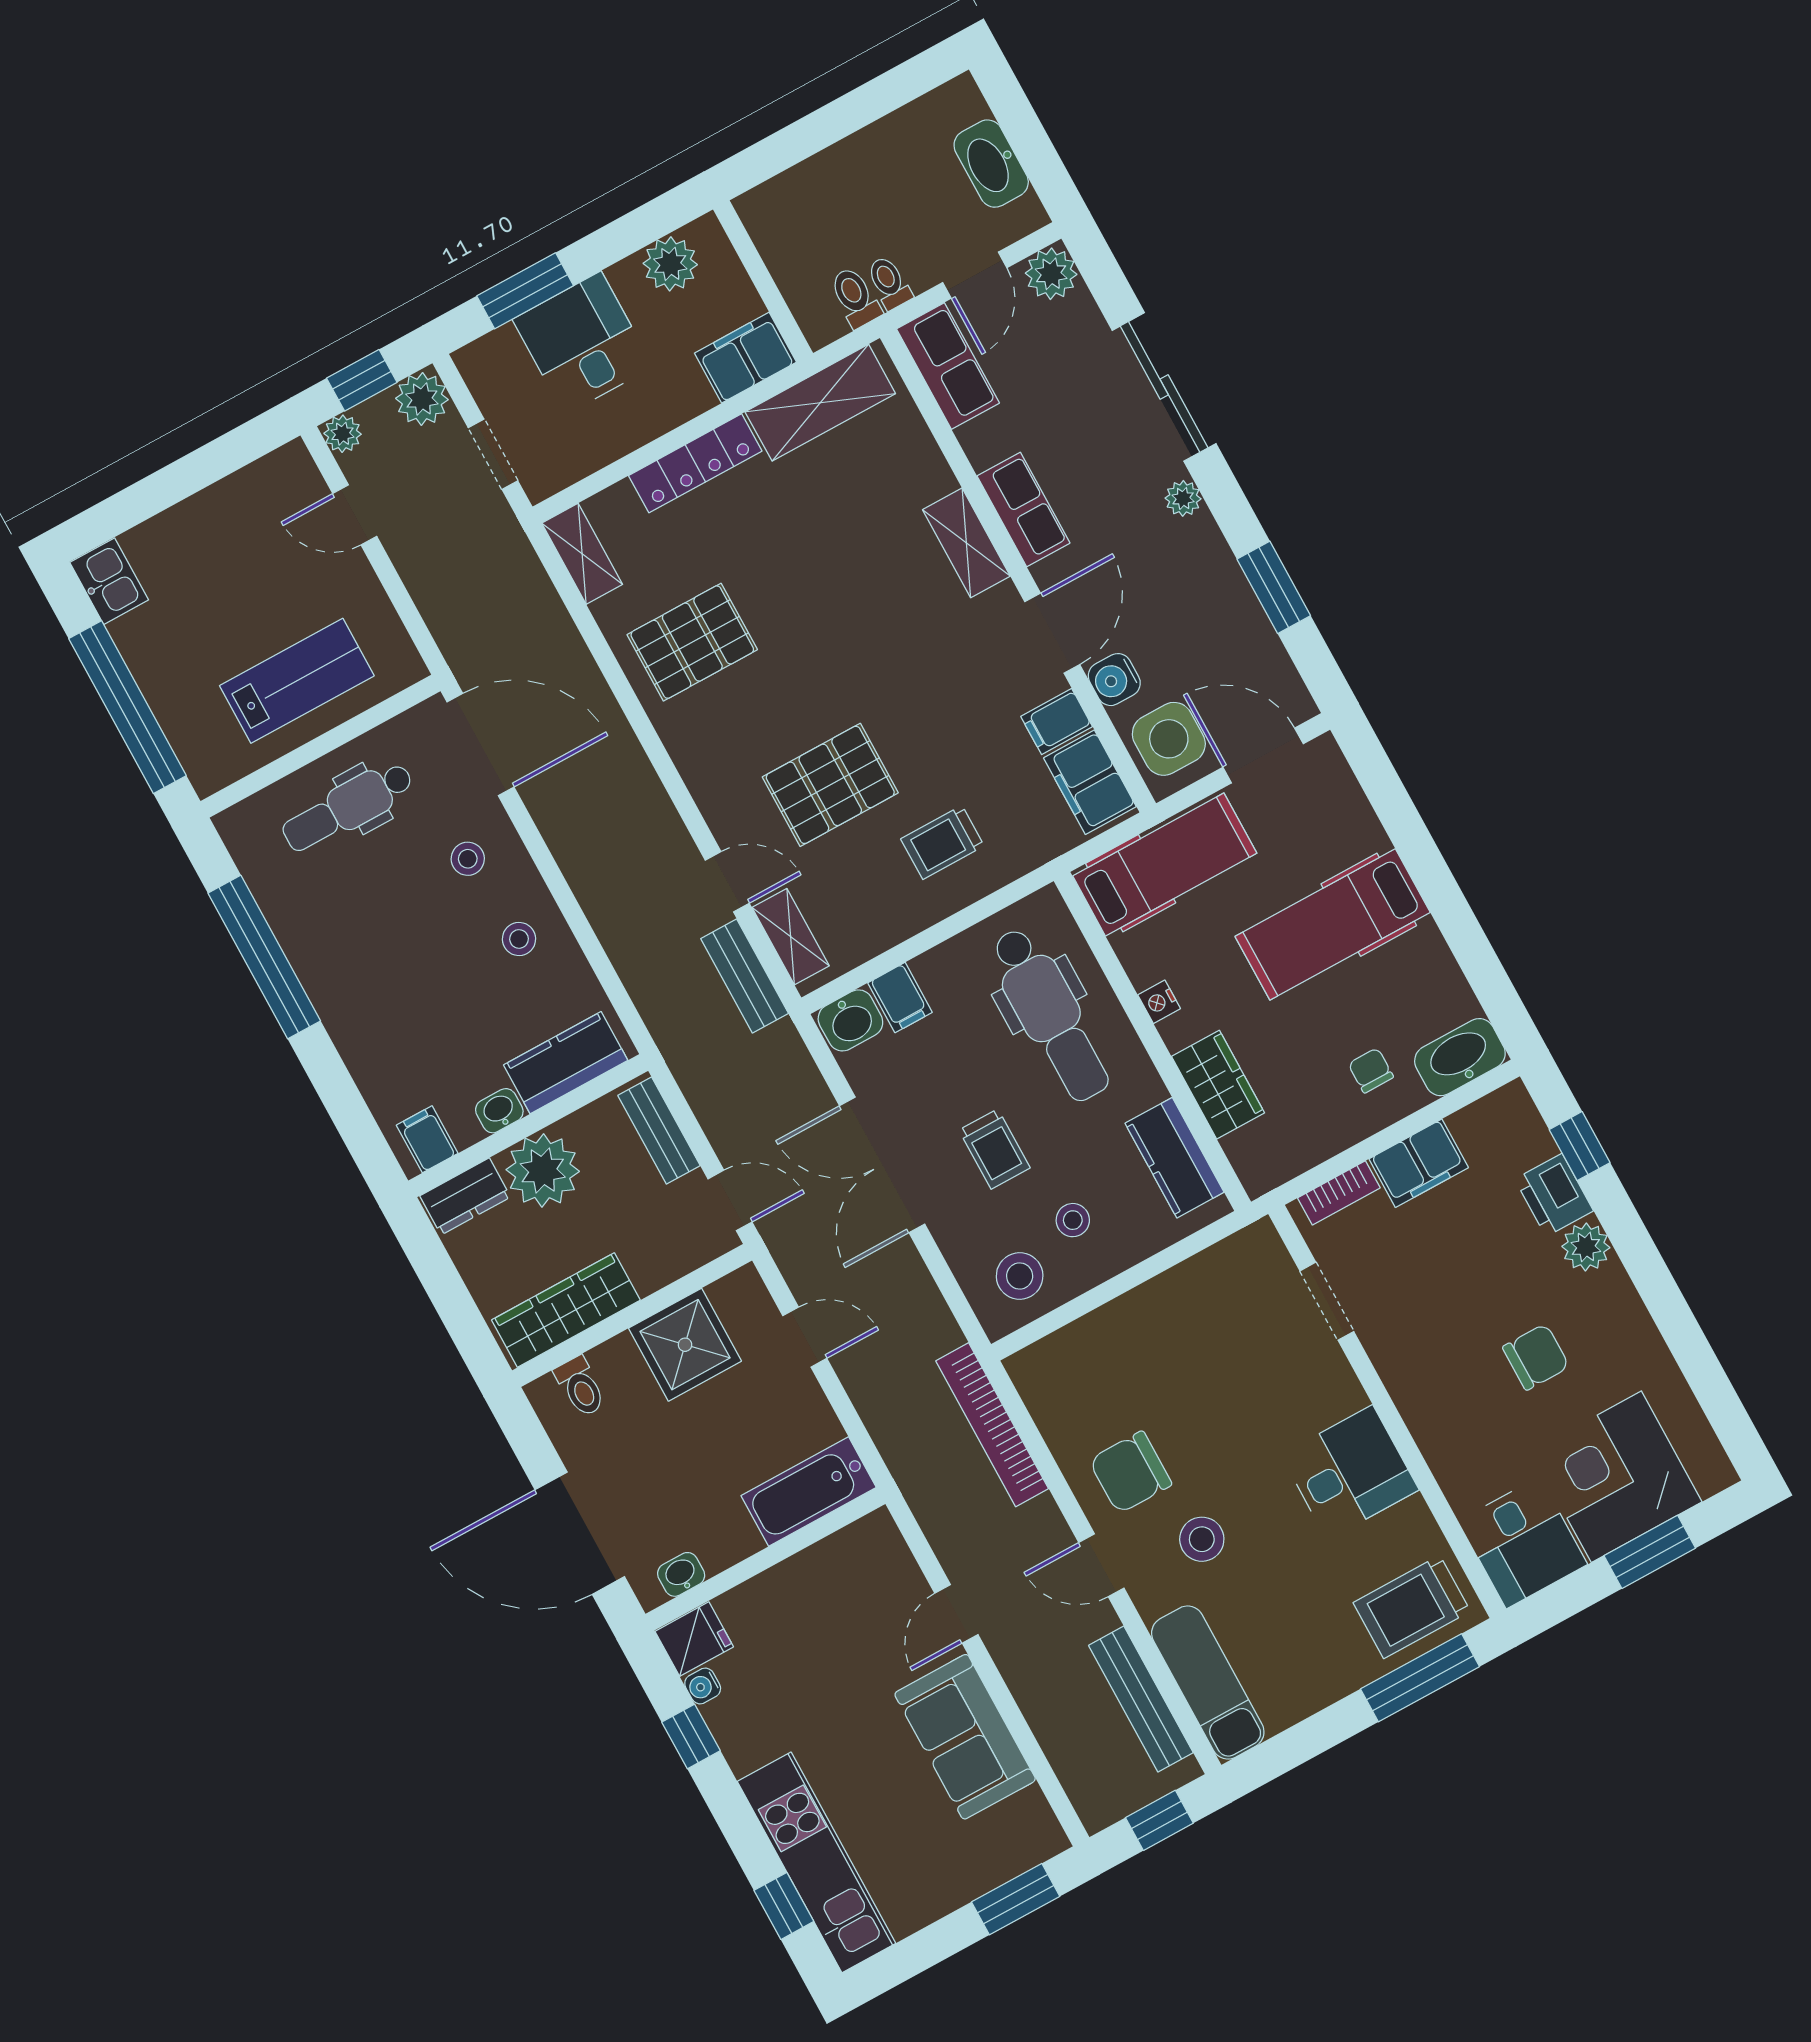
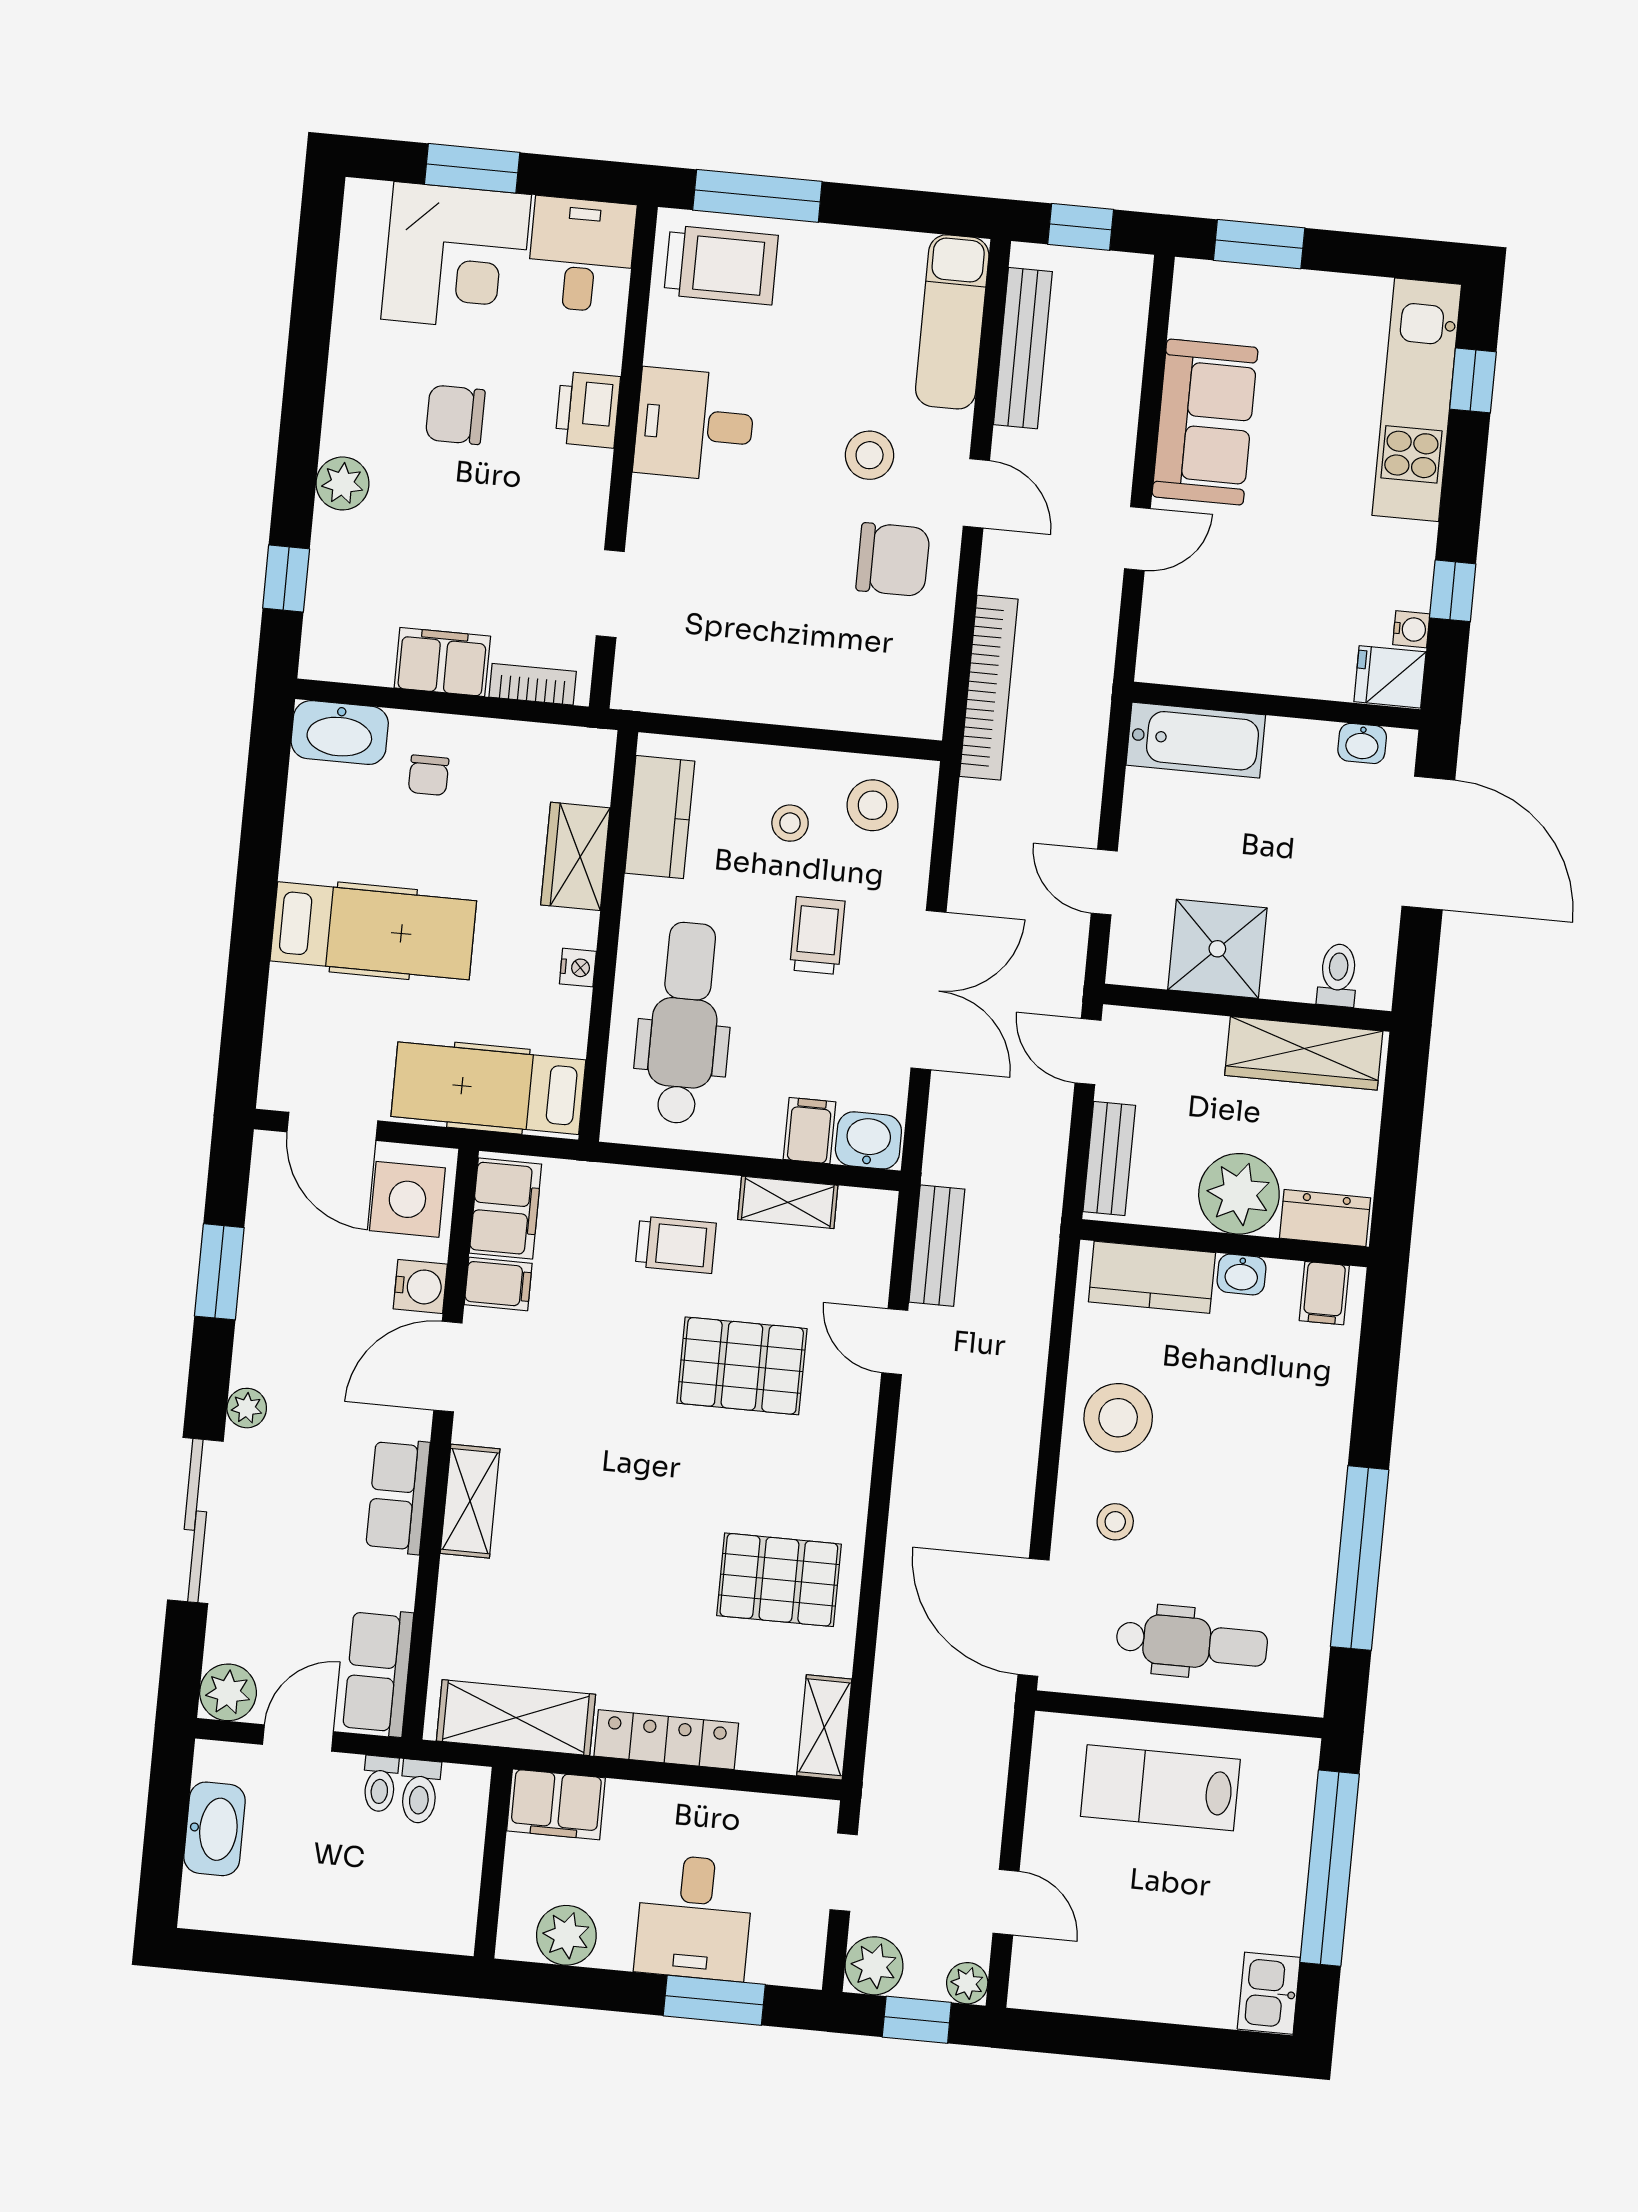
shelving: (791, 937) -> (788, 1202), moved, turned 90
stool: (519, 939) -> (1118, 1418), width x1.89, depth x1.89
printer: (1554, 1195) -> (588, 410), moved, turned 180

